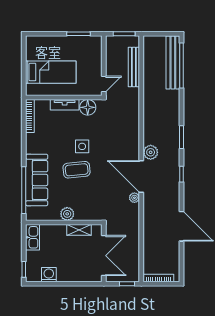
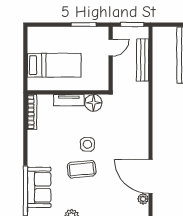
door: (104, 84) -> (111, 48), moved
plant: (151, 152) -> (160, 151), removed
sofa: (37, 180) -> (39, 187), width x0.73

